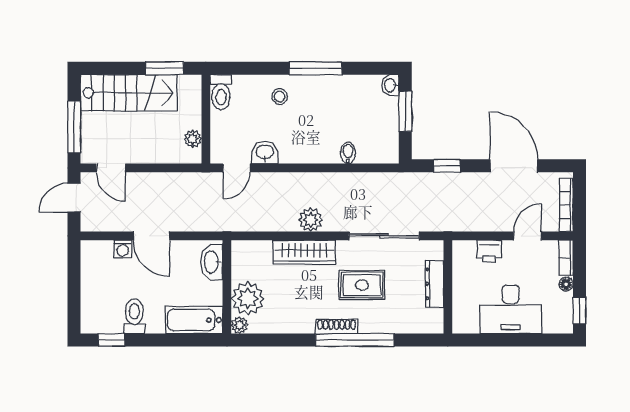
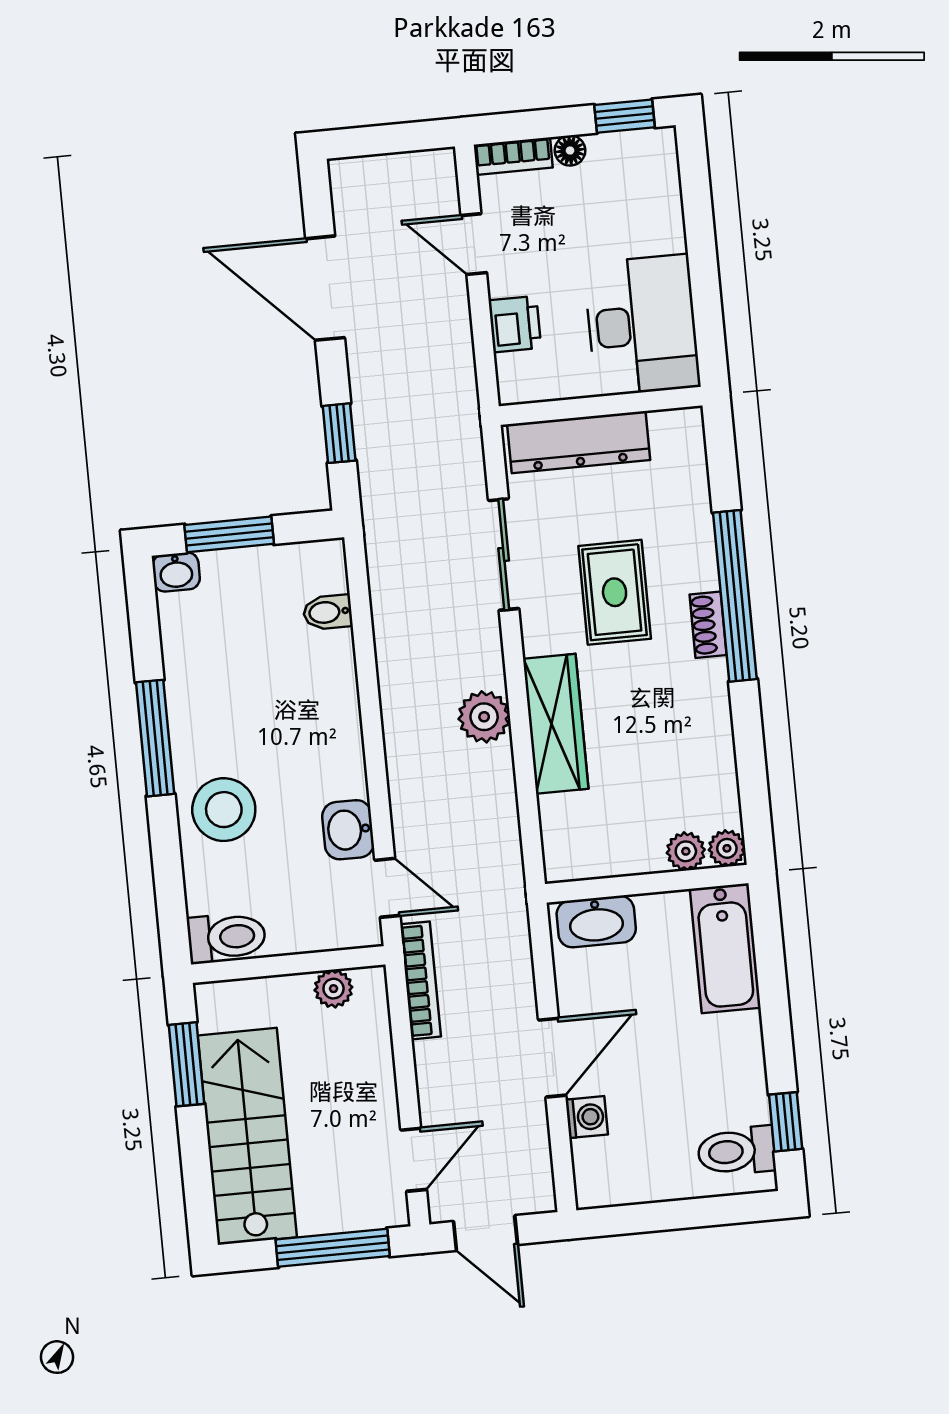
stool: (280, 97) -> (224, 810), width x1.89, depth x1.89
bidet: (348, 153) -> (328, 612), moved
door: (514, 166) -> (325, 288), hinge flipped
bookcase: (566, 205) -> (421, 980), moved, turned -90
sliding door: (384, 236) -> (504, 554), width x0.73
dresser: (434, 284) -> (579, 442), width x1.37, depth x1.24
plant: (248, 298) -> (686, 851), width x0.53, depth x0.53
desk: (511, 309) -> (642, 325), moved
toilet: (134, 316) -> (736, 1151), moved
shoe rack: (337, 326) -> (708, 625), width x0.70

